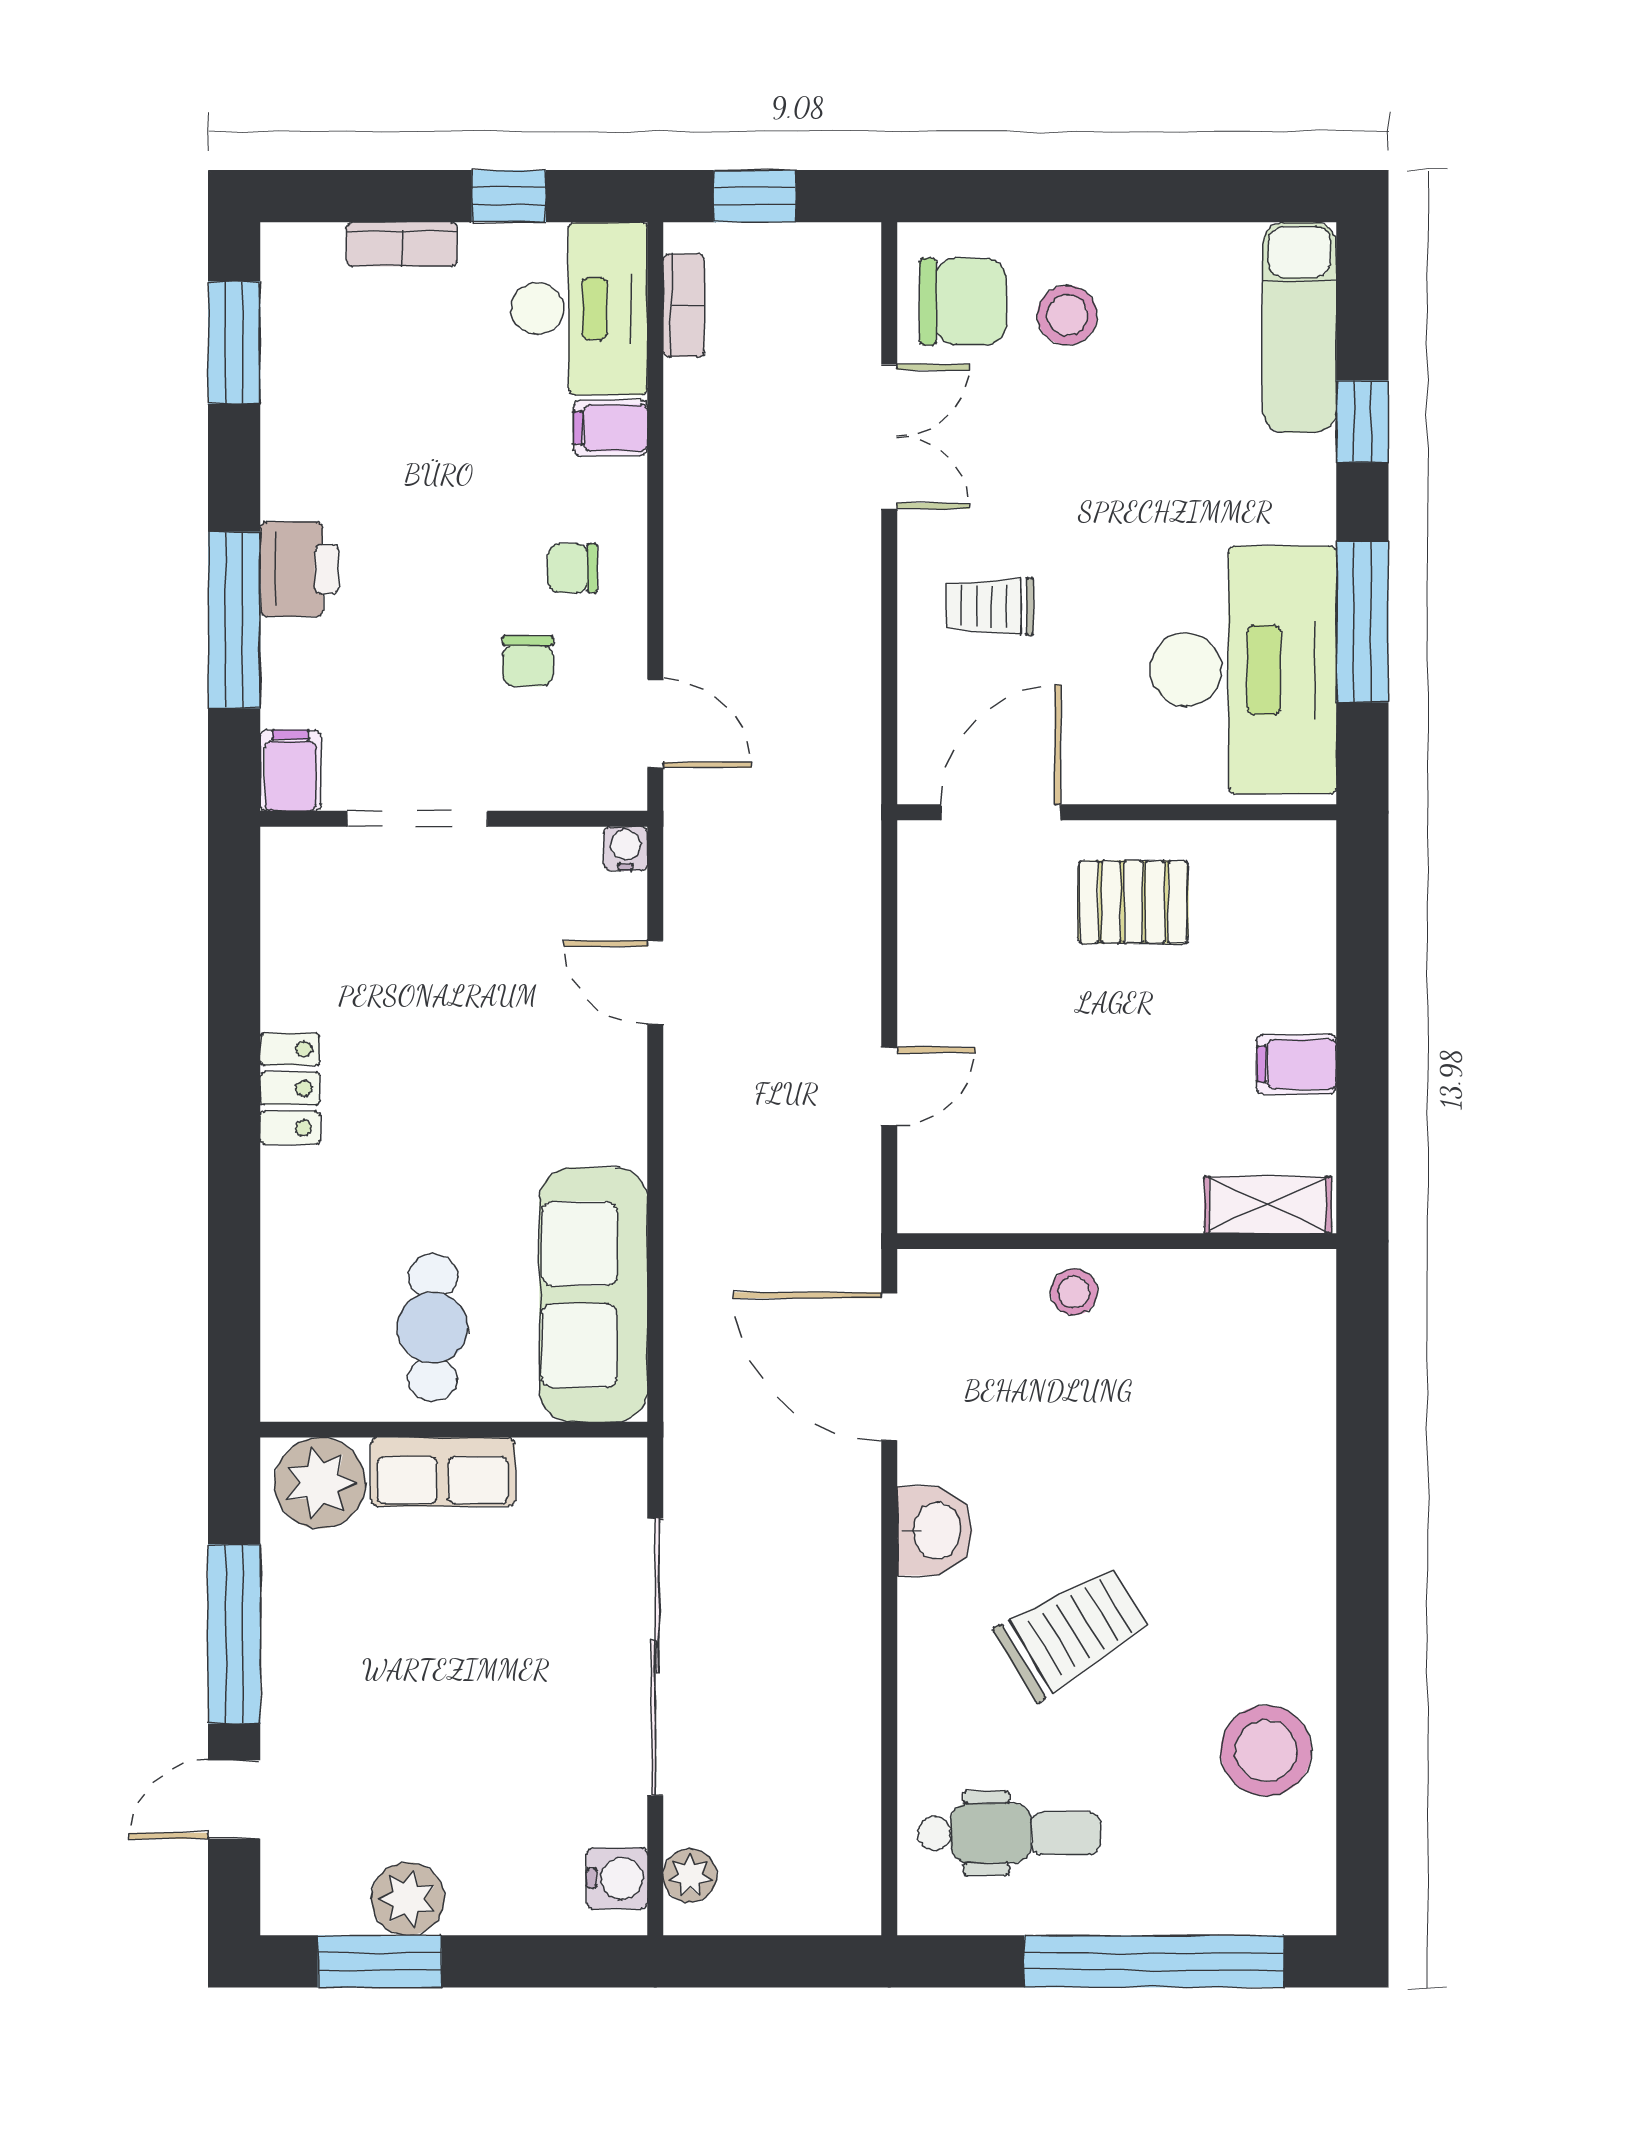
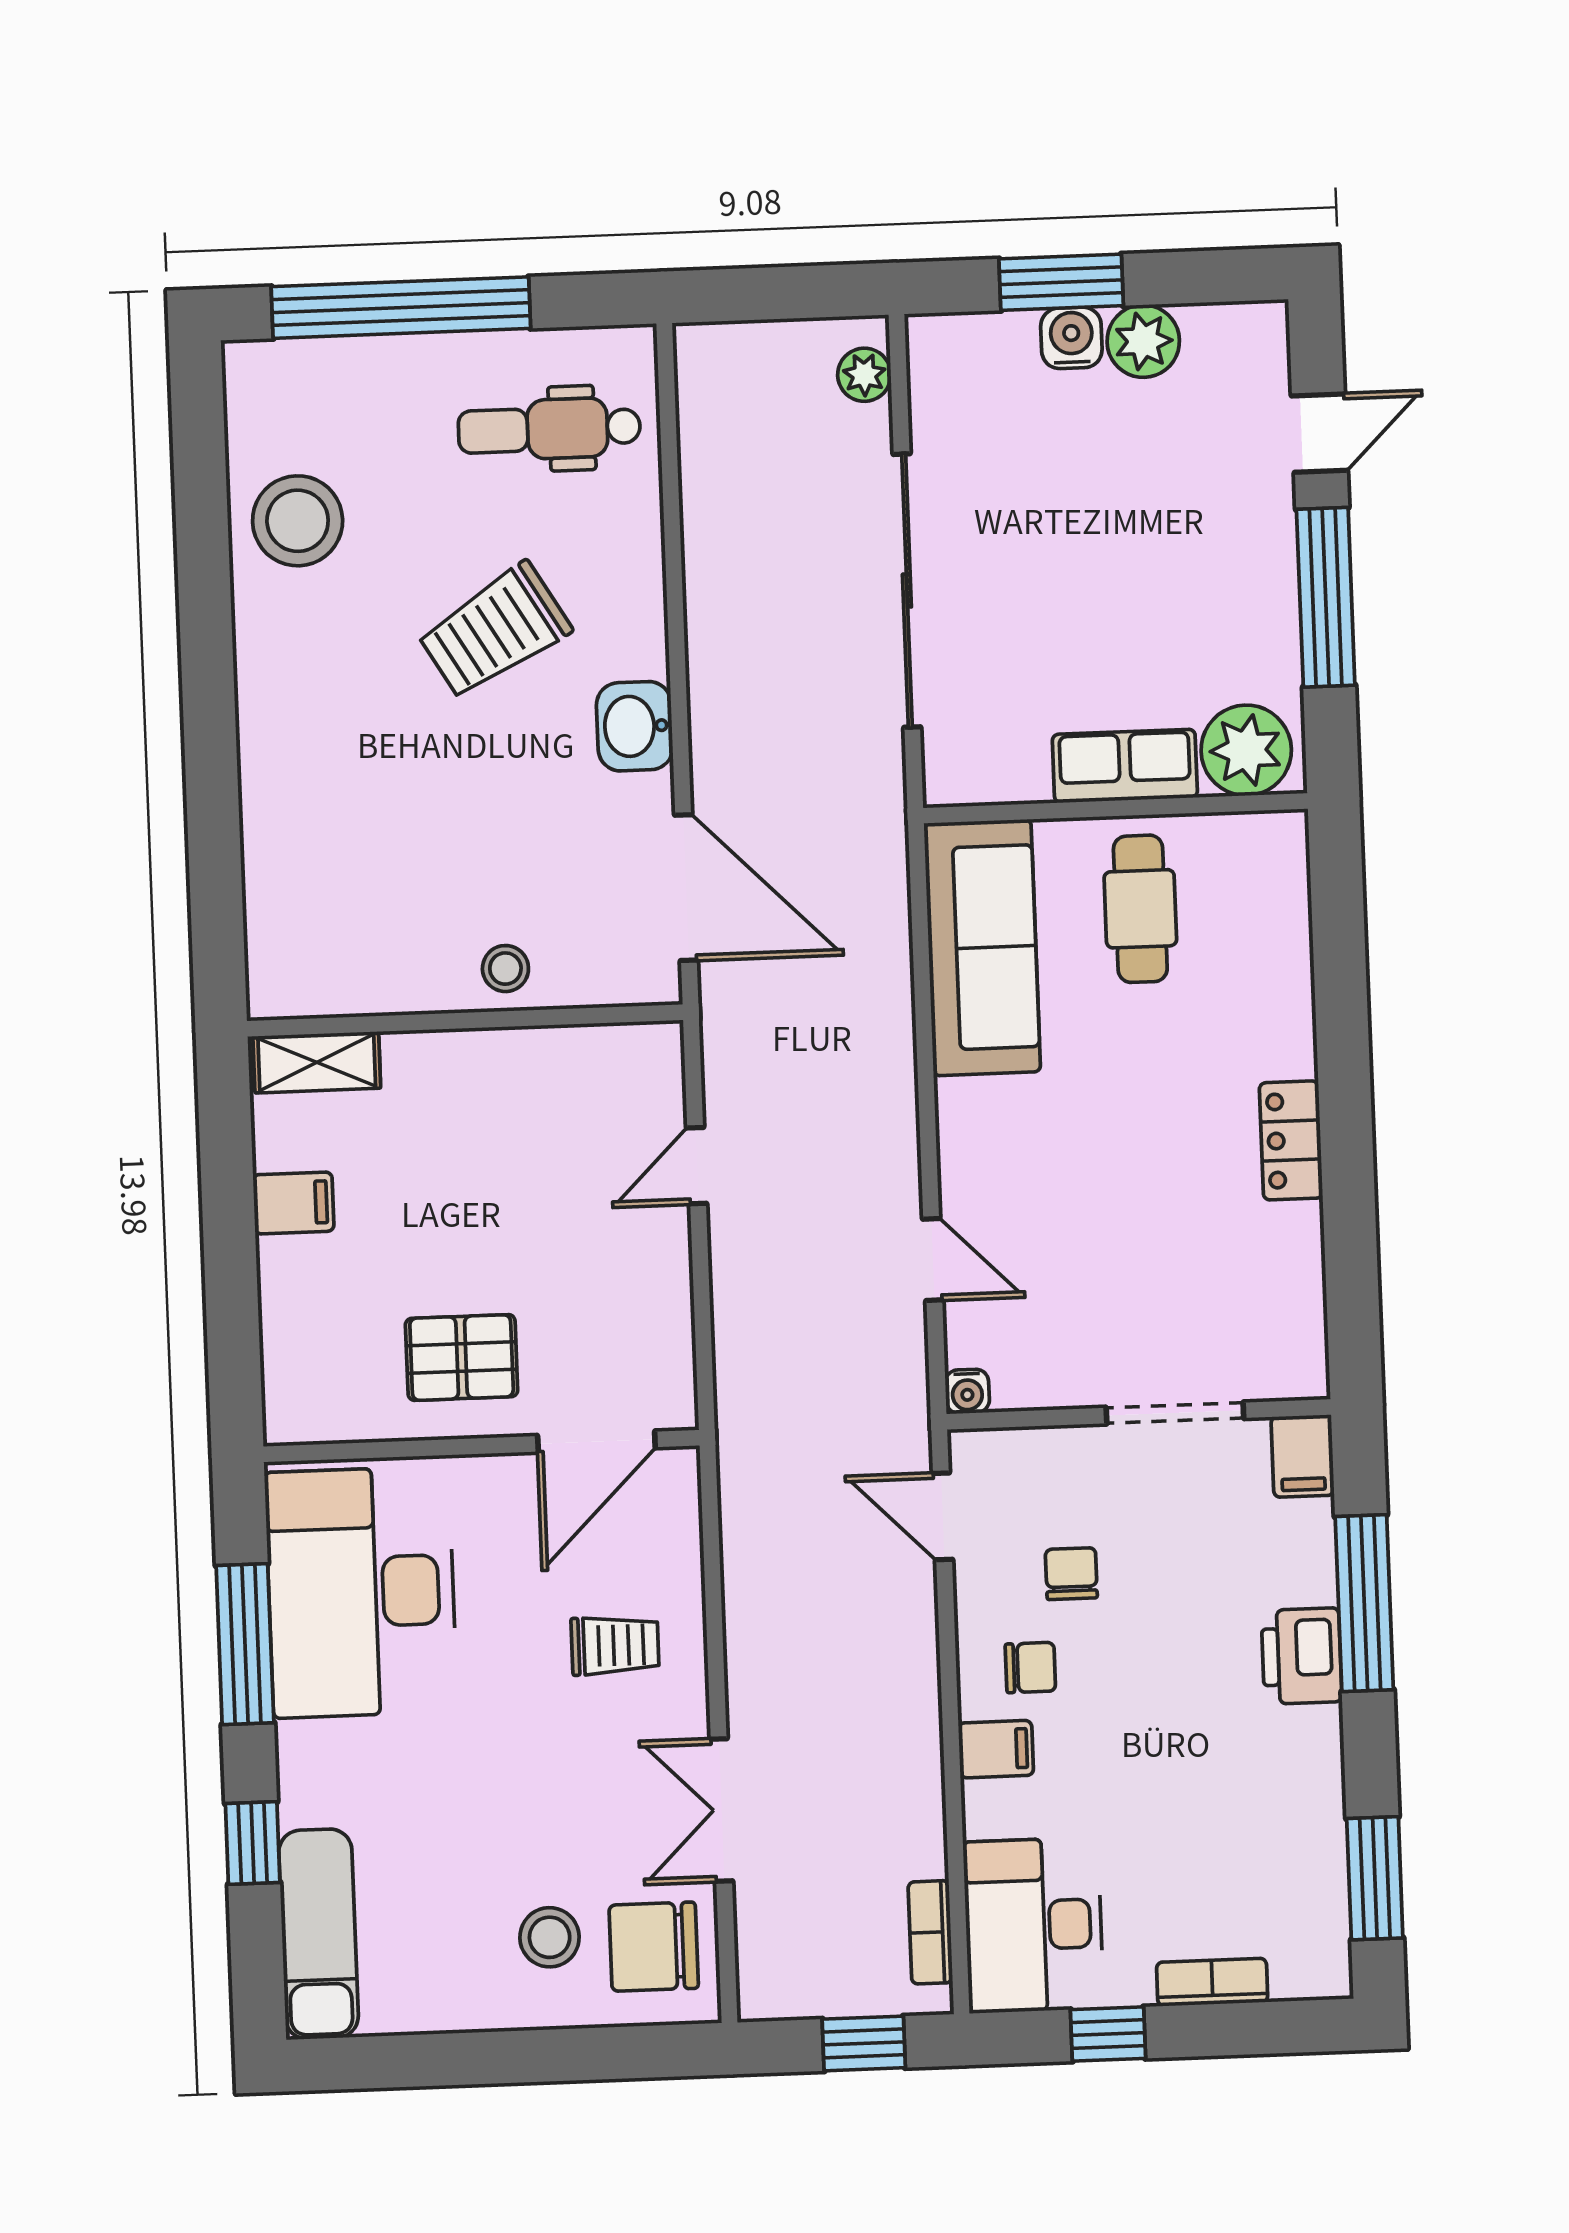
filing cabinet: (611, 428) -> (996, 1749), moved
water cooler: (617, 1878) -> (1071, 338), moved, turned 90
window: (380, 1961) -> (1061, 282), moved

